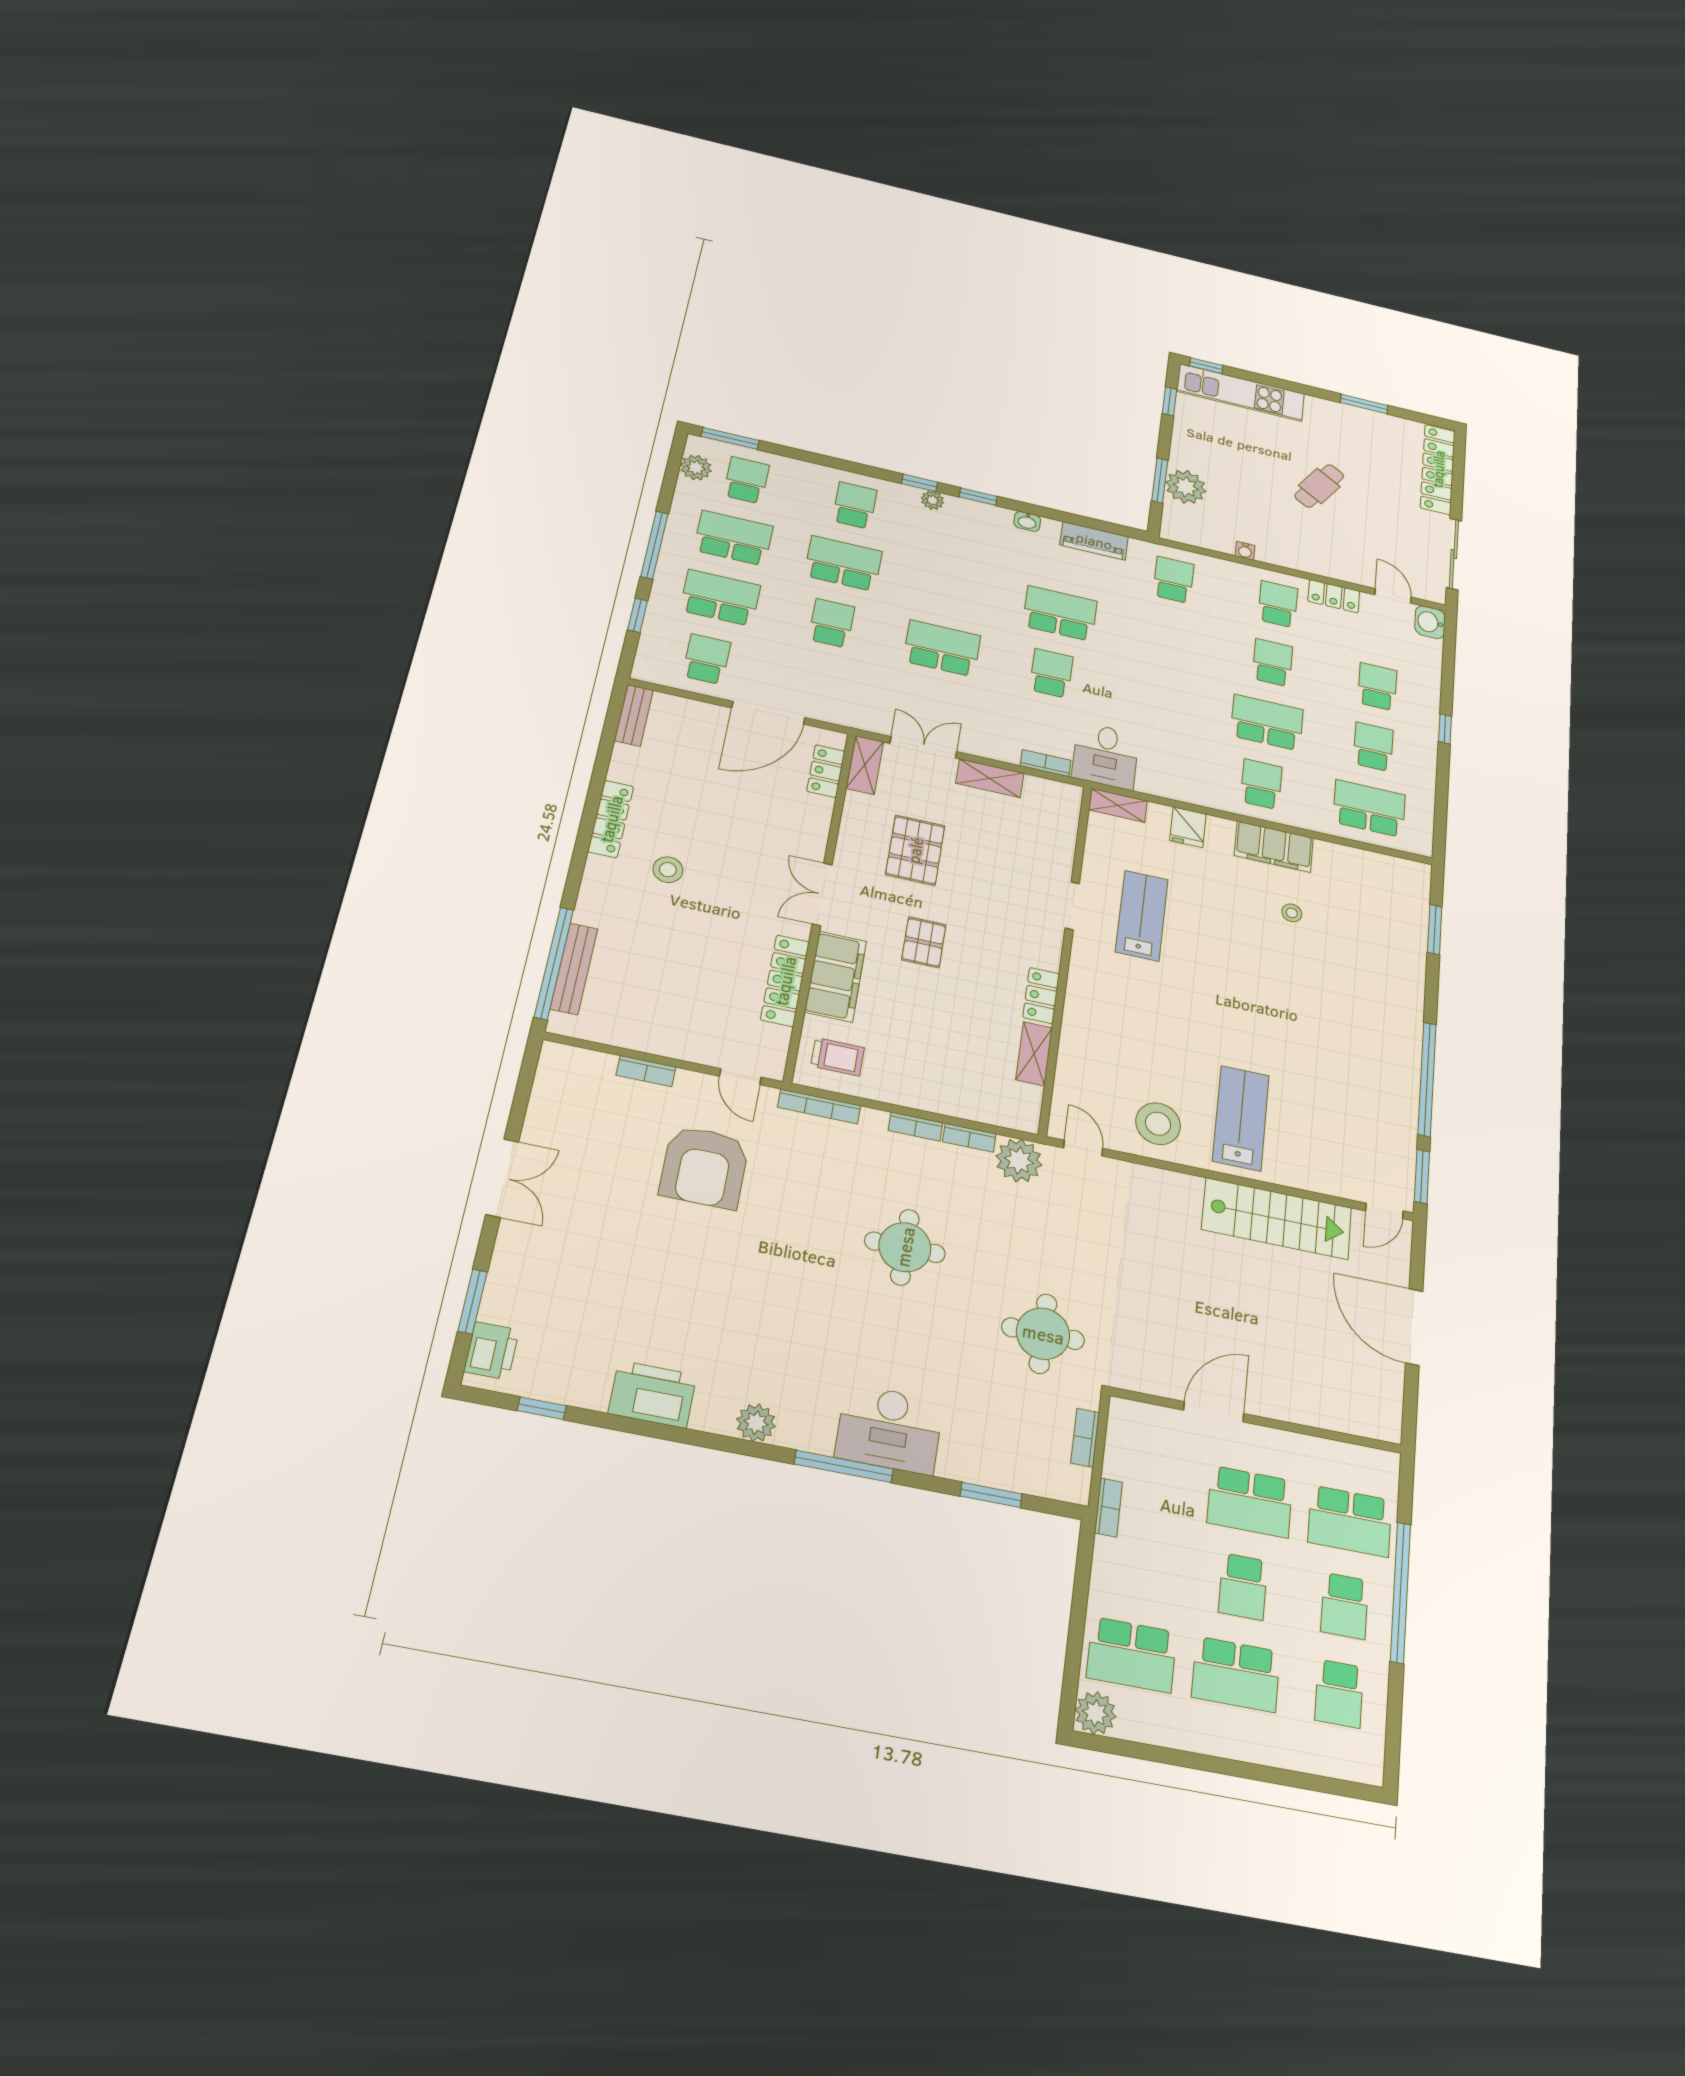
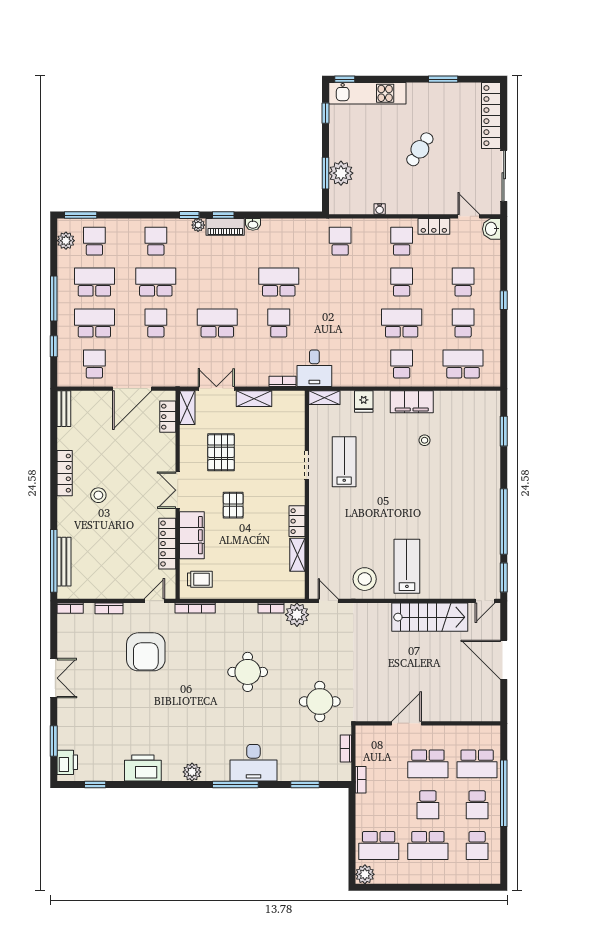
piano: (1094, 541) -> (225, 227), moved
door: (740, 1077) -> (154, 601), swing flipped
bookcase: (915, 1127) -> (70, 608), moved

